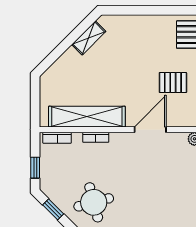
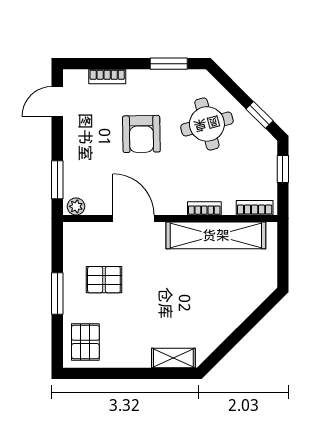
shelving: (89, 38) -> (173, 358), moved, turned 45
door: (150, 130) -> (134, 218), swing flipped
armchair: (144, 195) -> (141, 134), added

